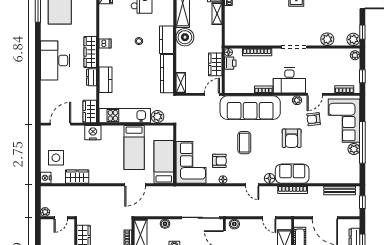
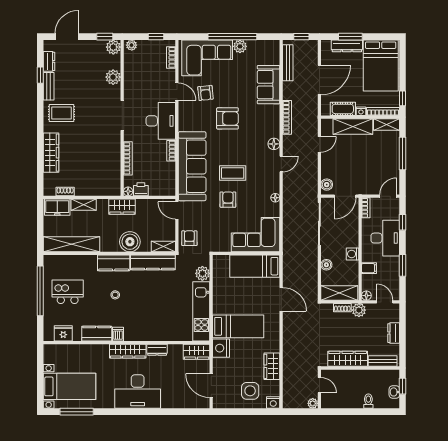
boiler: (185, 37) -> (130, 242), moved
wardrobe: (215, 64) -> (122, 207), moved
kitchen counter: (105, 80) -> (97, 334), moved
plant: (297, 100) -> (184, 112), removed
armchair: (188, 105) -> (189, 238), added
bed: (134, 148) -> (238, 326), moved
armchair: (219, 161) -> (228, 200), moved
sofa: (292, 174) -> (268, 85), moved

